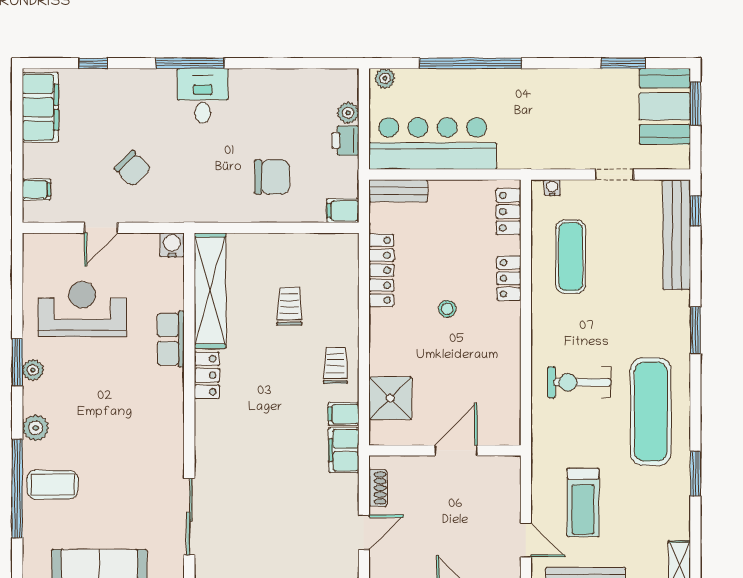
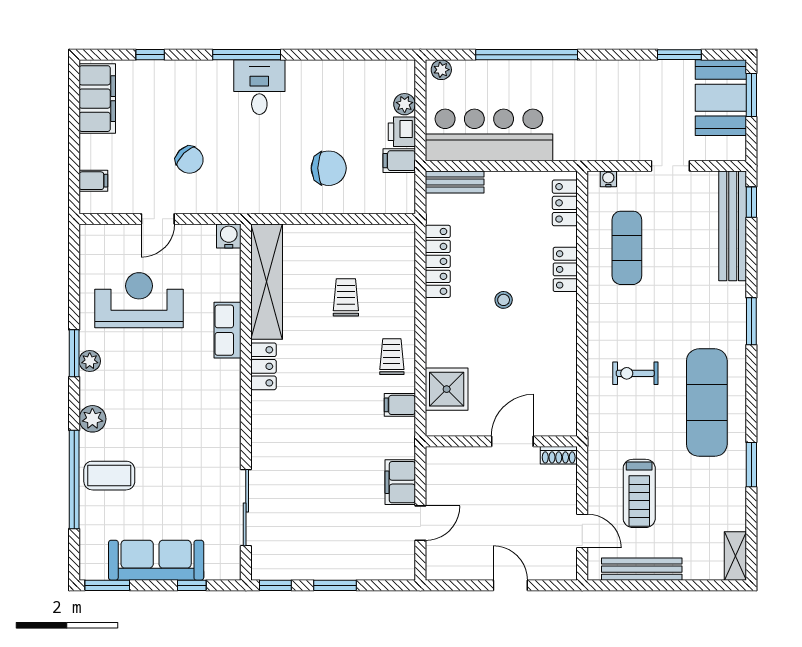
filing cabinet: (343, 211) -> (399, 161), moved
exercise bike: (579, 382) -> (635, 373), width x0.73, depth x0.72
filing cabinet: (344, 450) -> (400, 482), moved
shoe rack: (378, 488) -> (559, 455), moved, turned 90

